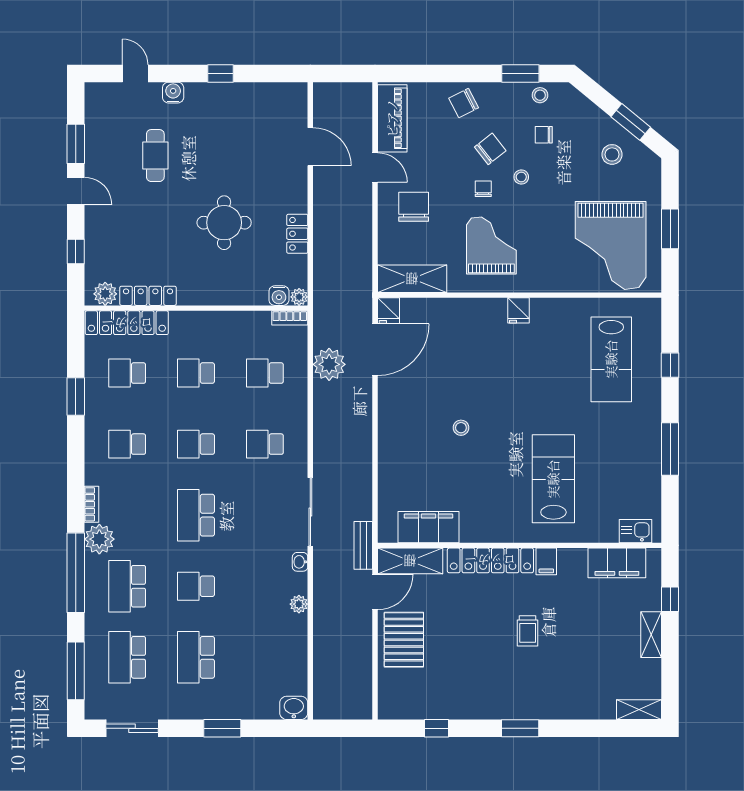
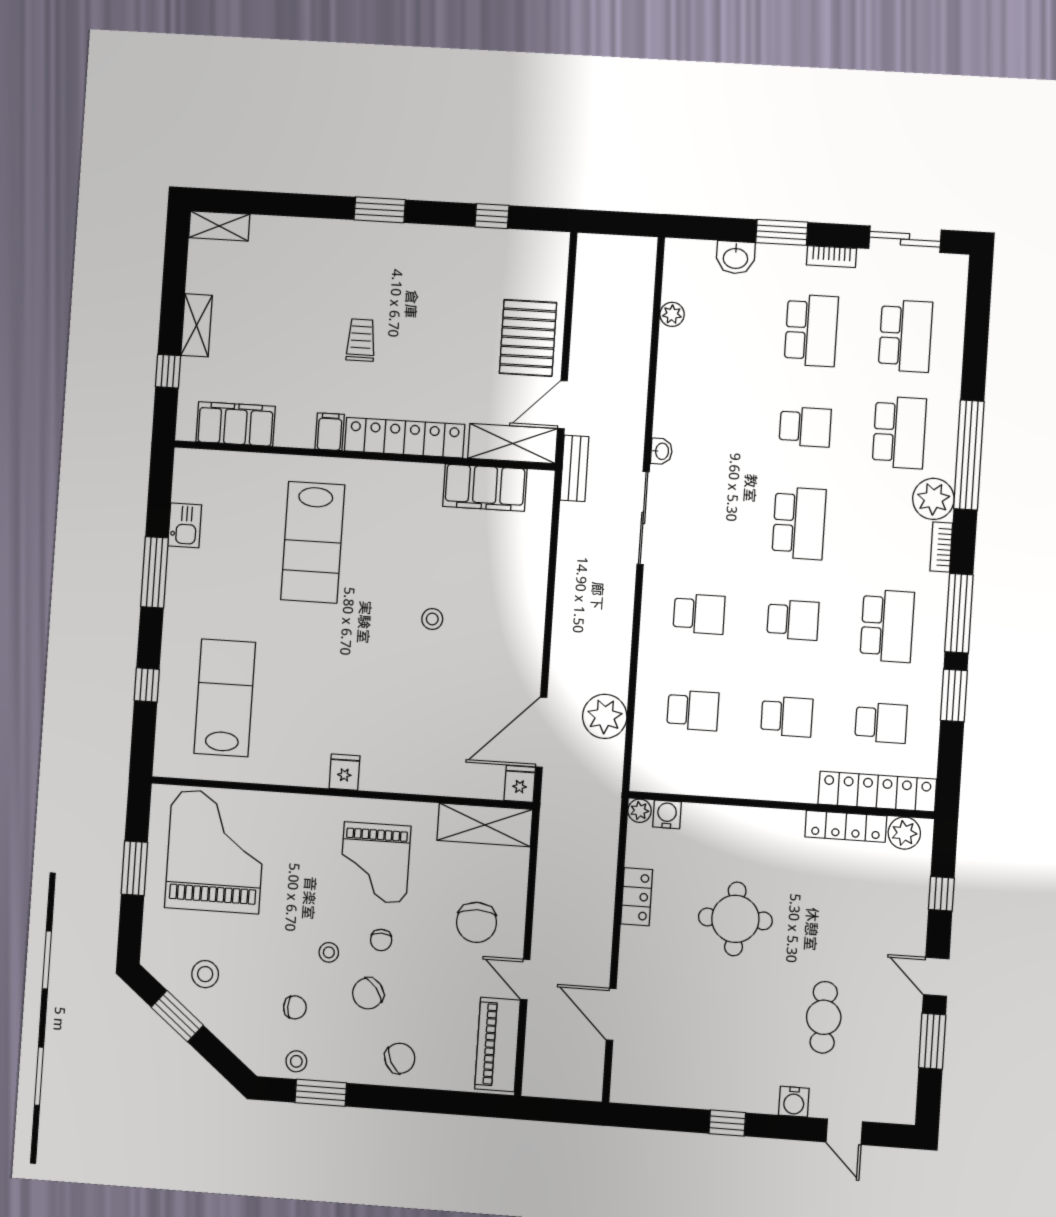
bookcase: (290, 318) -> (831, 257), moved, turned 180
school desk: (127, 444) -> (887, 626), width x1.85
kitchen sink: (635, 531) -> (185, 525), moved, turned -90
plant: (299, 604) -> (672, 314), moved
window: (76, 671) -> (959, 613), moved
washbasin: (294, 708) -> (735, 257), moved

